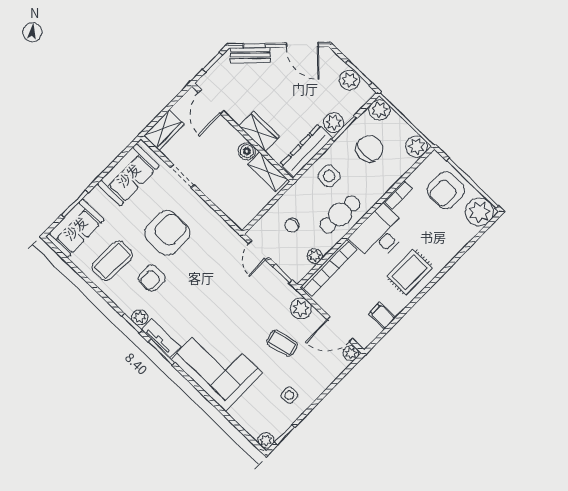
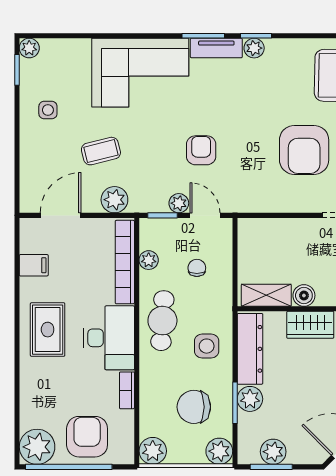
chair: (370, 149) -> (194, 407), turned 90
armchair: (152, 278) -> (201, 150), moved
plant: (351, 353) -> (179, 203), moved

